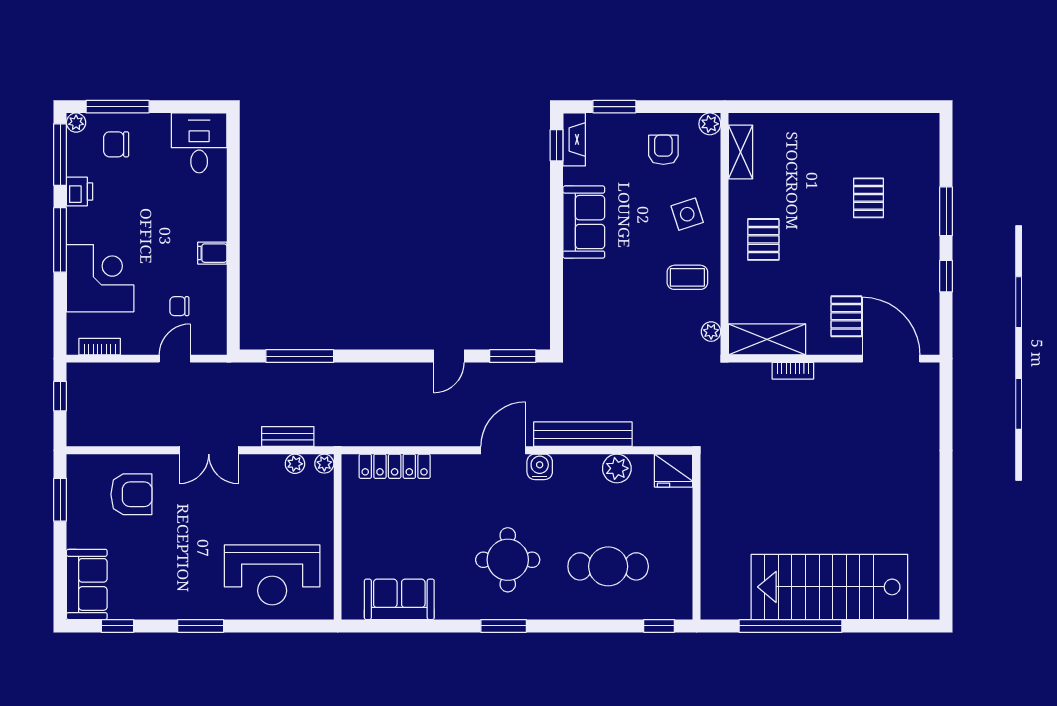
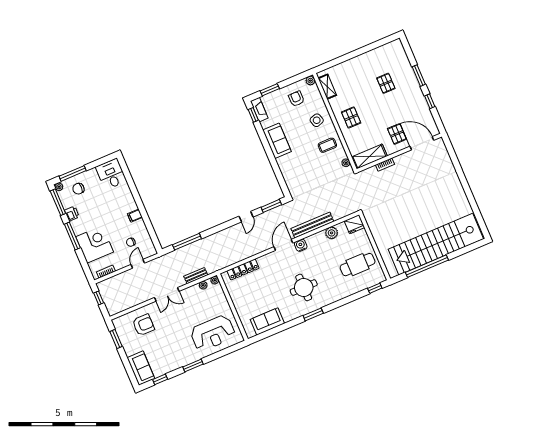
cafe table: (608, 566) -> (358, 265), moved
stairs: (829, 587) -> (436, 244), width x1.36

